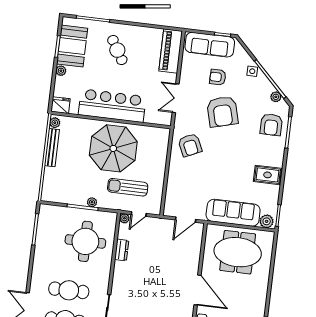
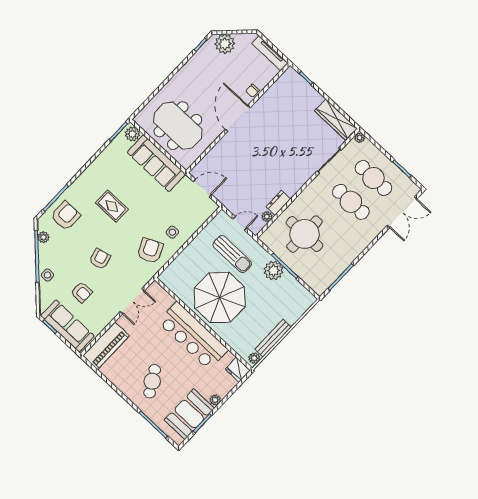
armchair: (222, 112) -> (100, 259), width x0.53, depth x0.53
side table: (184, 171) -> (172, 232), added
rug: (267, 175) -> (112, 206), moved
plant: (92, 202) -> (273, 271), width x1.88, depth x1.88
plant: (124, 218) -> (267, 217), moved

